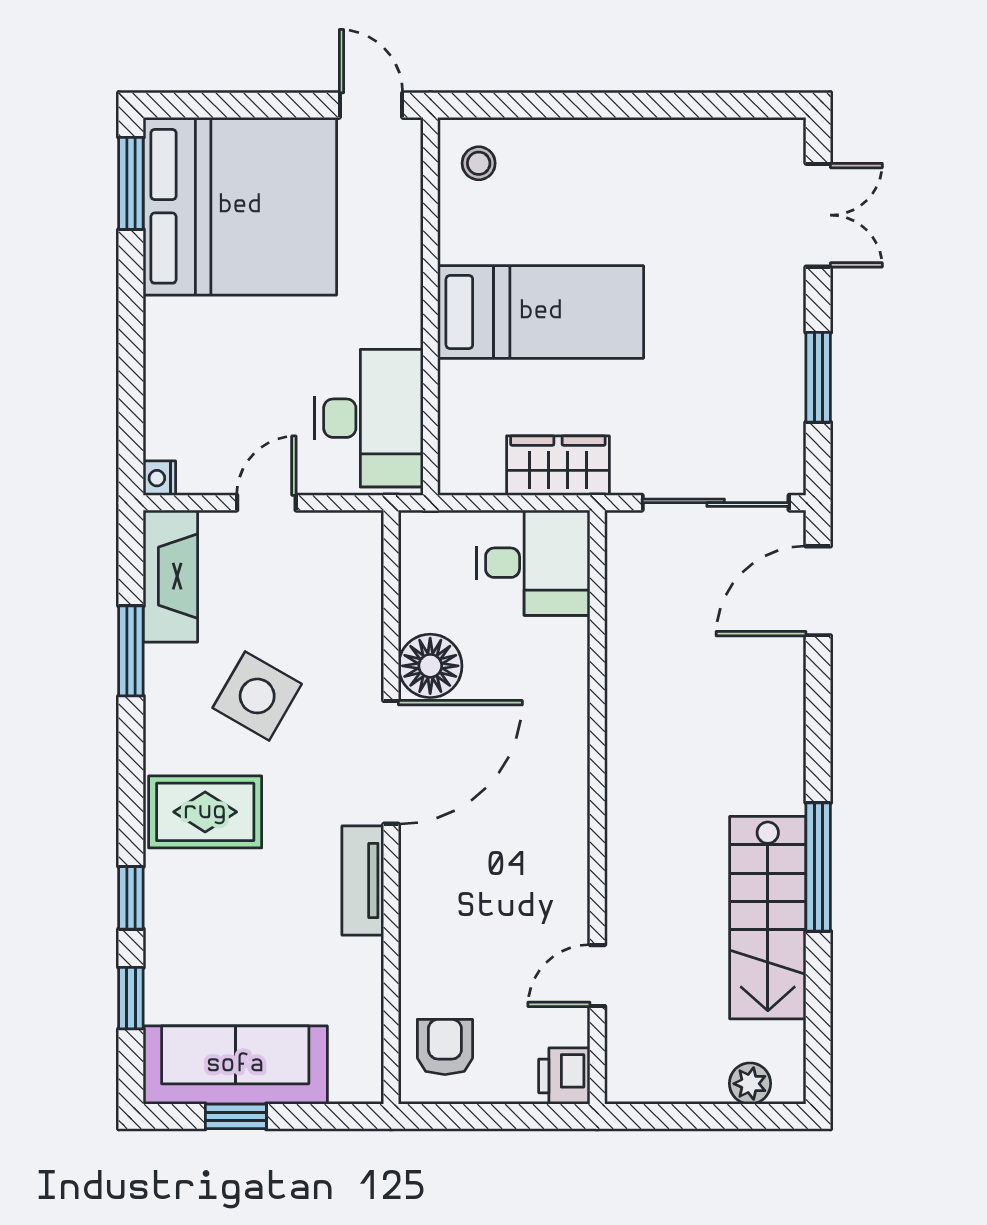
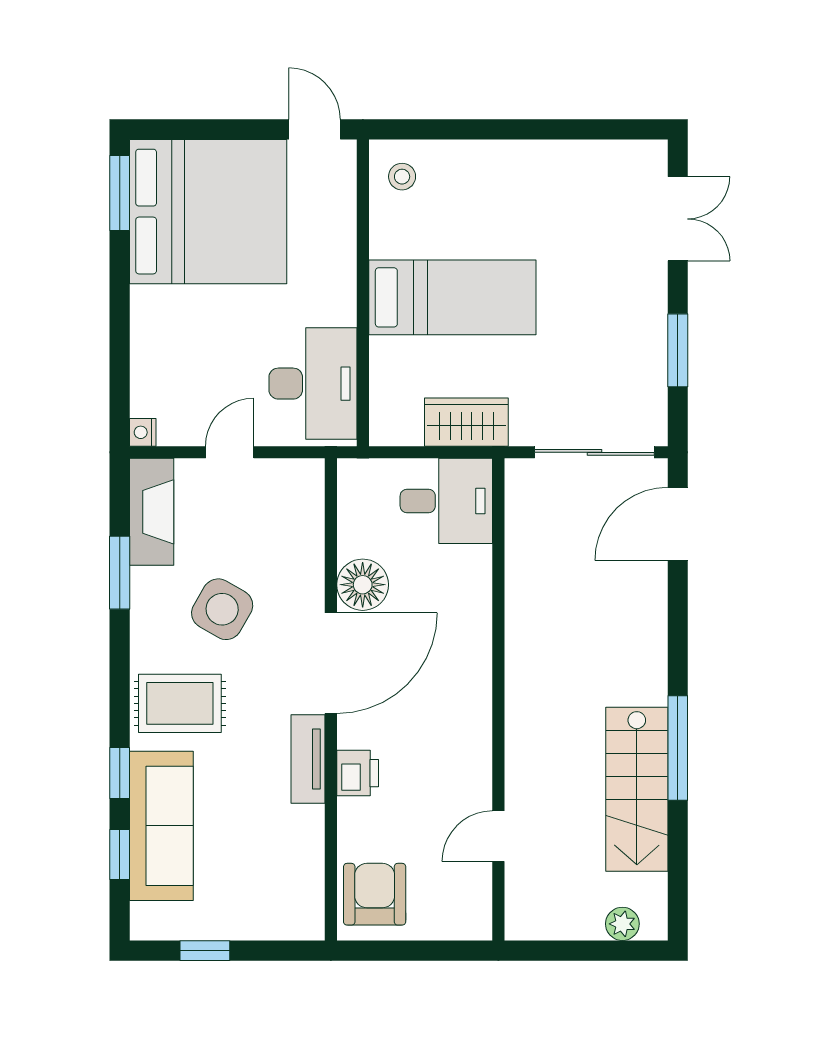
armchair: (445, 1047) -> (375, 894), width x1.38, depth x1.38
sofa: (235, 1065) -> (161, 826), moved, turned 90
printer: (564, 1076) -> (358, 773), moved, turned 180

